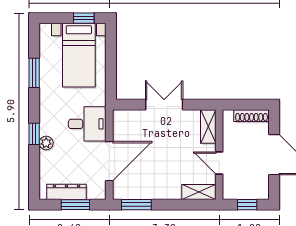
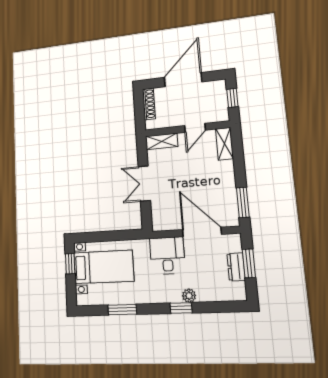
dresser: (67, 192) -> (236, 267), width x0.70

